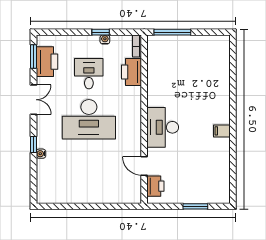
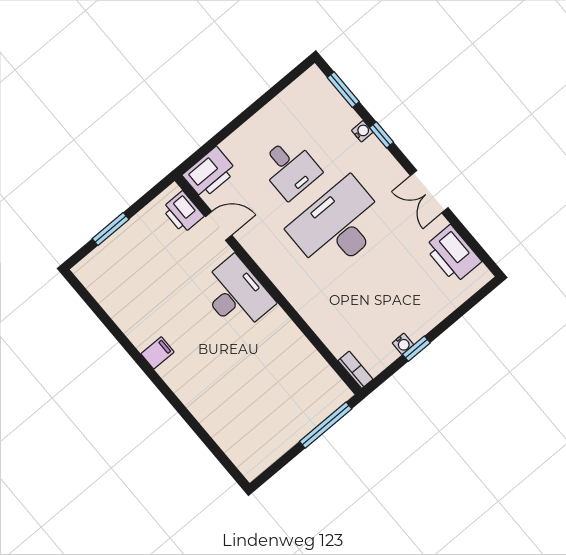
window: (33, 57) -> (343, 90), moved
printer: (132, 72) -> (210, 173), moved, turned 90
desk: (89, 74) -> (290, 168), moved

